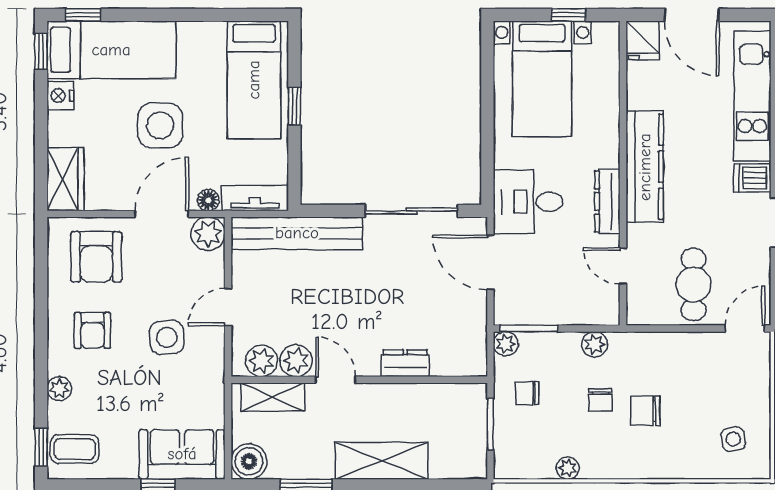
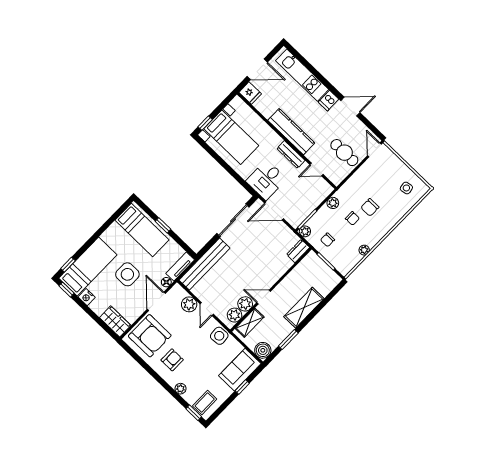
window: (569, 15) -> (205, 123), moved
plant: (208, 234) -> (189, 304), moved
armchair: (96, 257) -> (150, 336), width x1.36, depth x1.36
armchair: (92, 330) -> (172, 360), turned -90
side table: (167, 337) -> (219, 336), moved
dresser: (405, 363) -> (298, 251), moved

